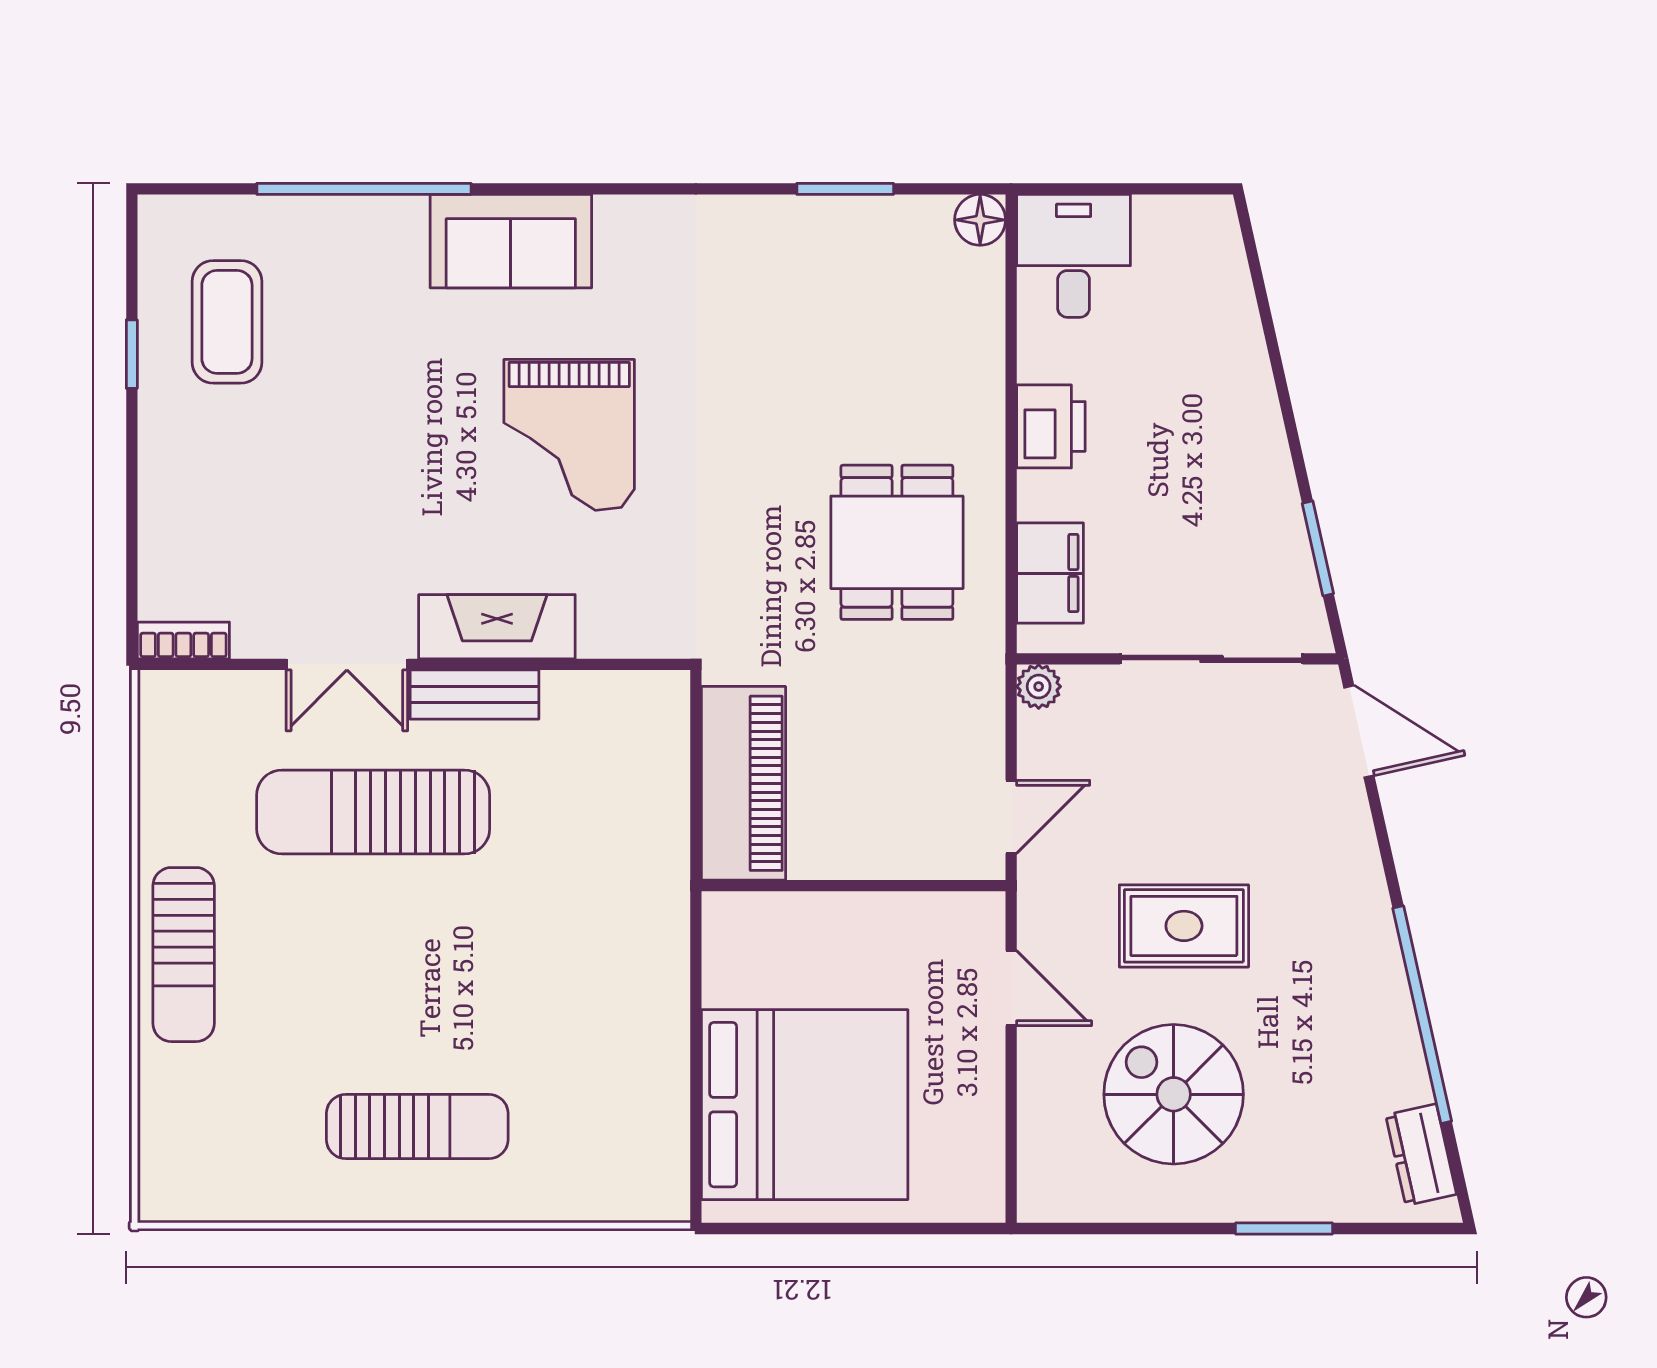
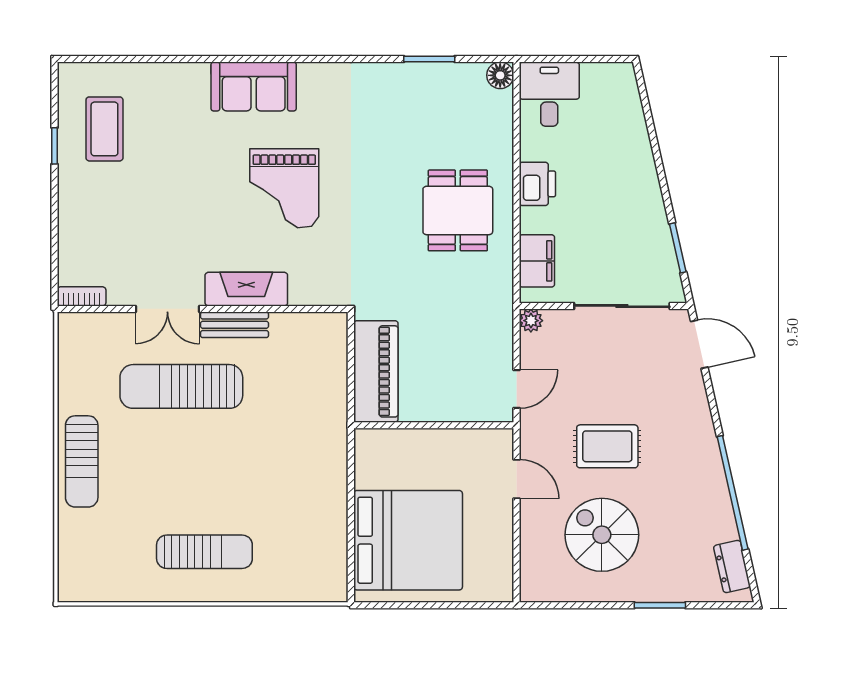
window: (364, 189) -> (176, 59), removed
dining table: (897, 542) -> (458, 210), moved

